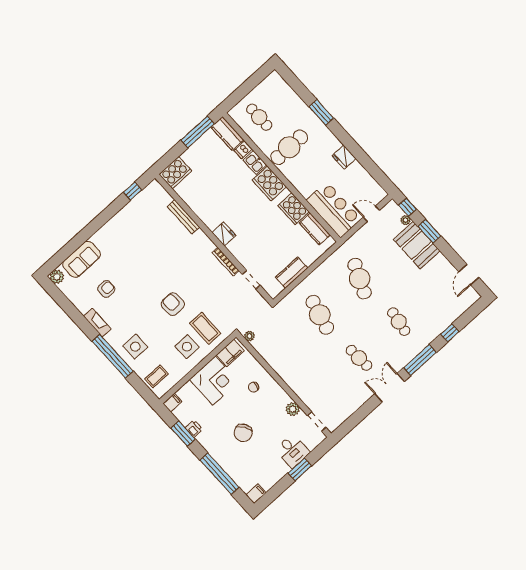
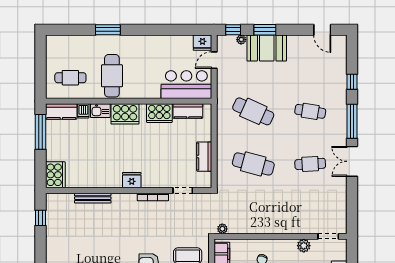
fridge: (344, 157) -> (202, 43), moved

